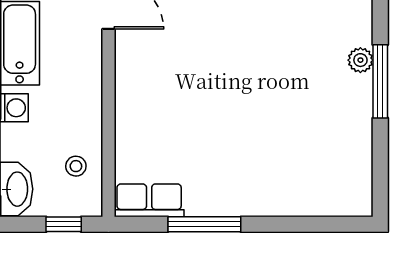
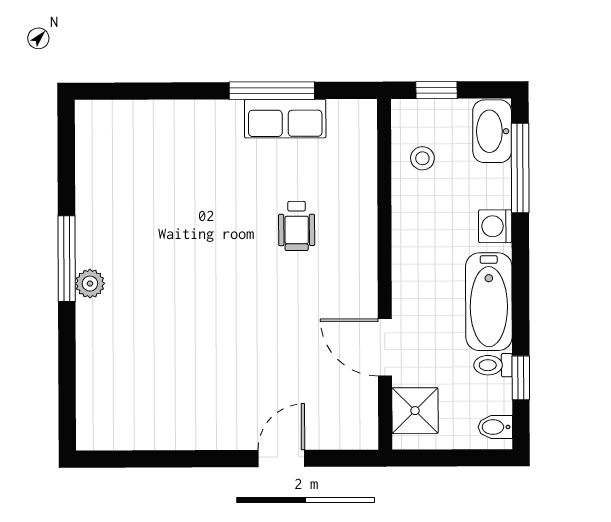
wheelchair: (184, 109) -> (297, 226), added
row of seats: (149, 200) -> (285, 119), moved

